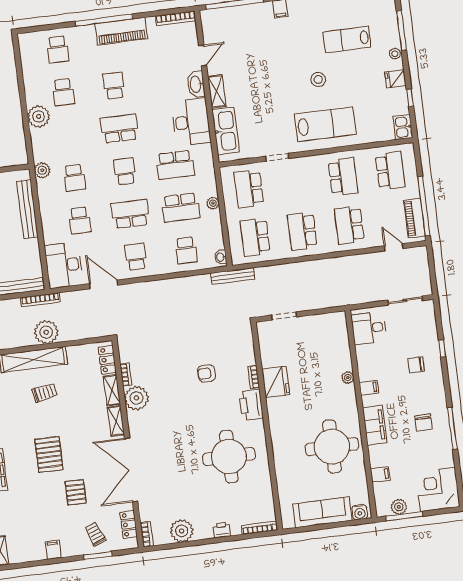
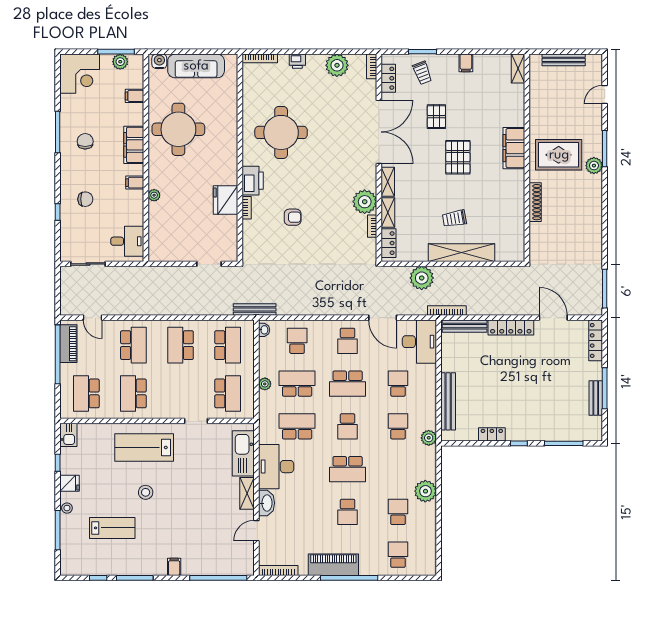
school desk: (302, 231) -> (181, 345), turned 180
plant: (46, 332) -> (422, 278), moved

